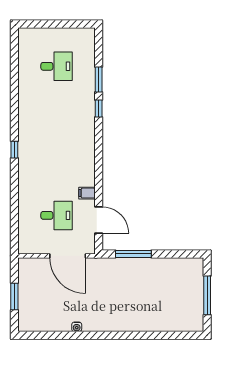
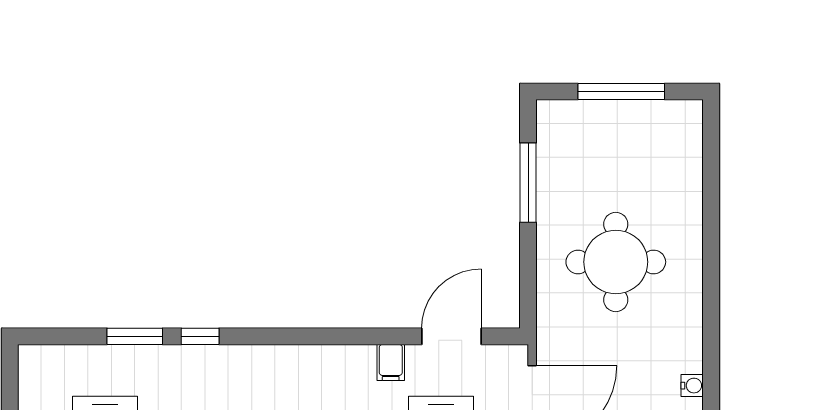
window: (133, 254) -> (528, 183), moved
round table: (132, 293) -> (616, 262), added

